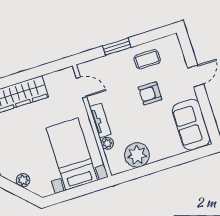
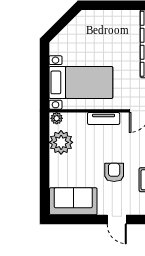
plant: (107, 143) -> (57, 118), moved
plant: (23, 180) -> (71, 30), removed

